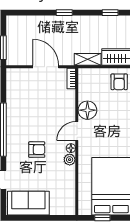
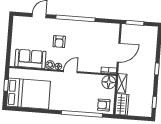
floor lamp: (87, 110) -> (109, 82), moved
door: (77, 131) -> (70, 72), hinge flipped
sofa: (28, 203) -> (30, 59), moved, turned -90

